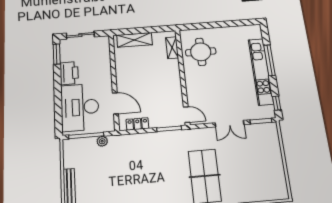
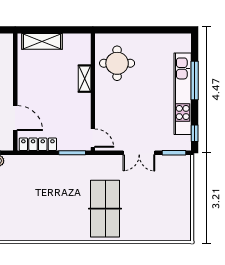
shelving: (172, 48) -> (85, 79), moved
locker: (137, 124) -> (38, 144), width x1.53

